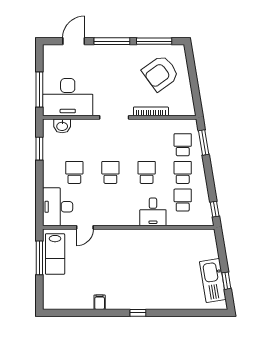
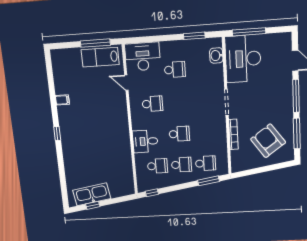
school desk: (110, 172) -> (152, 104), moved

